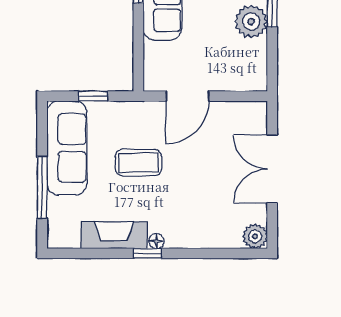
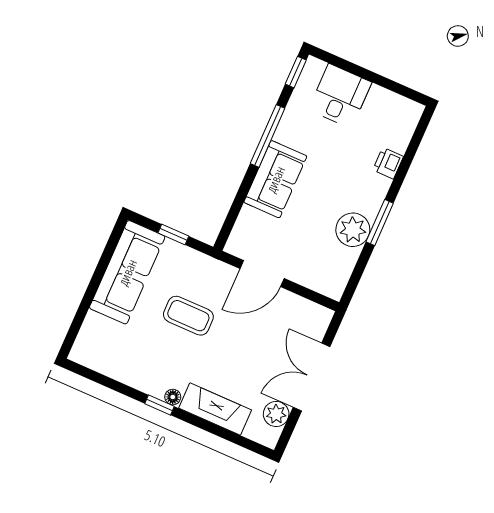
window: (42, 188) -> (87, 299), removed
fireplace: (114, 235) -> (215, 409), moved
plant: (255, 236) -> (276, 414), moved

